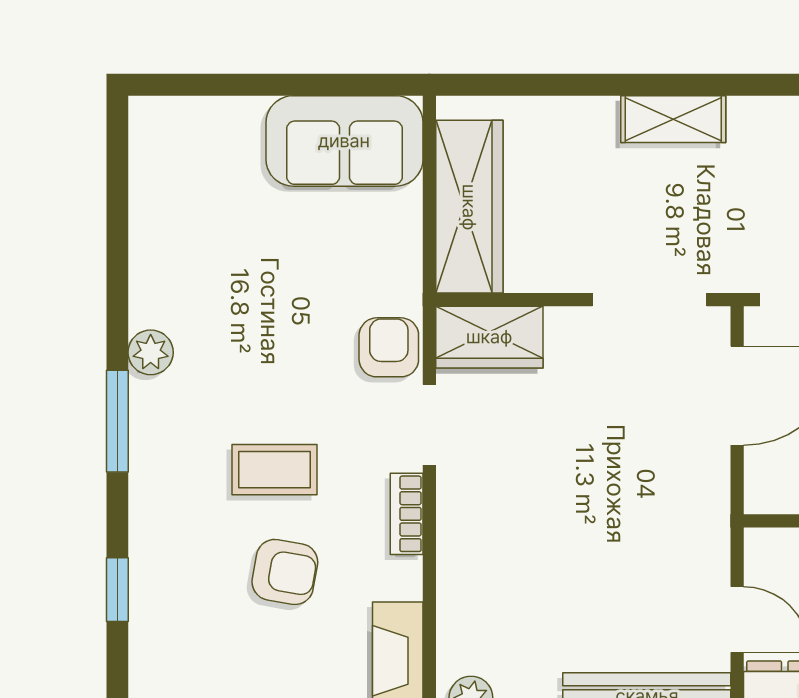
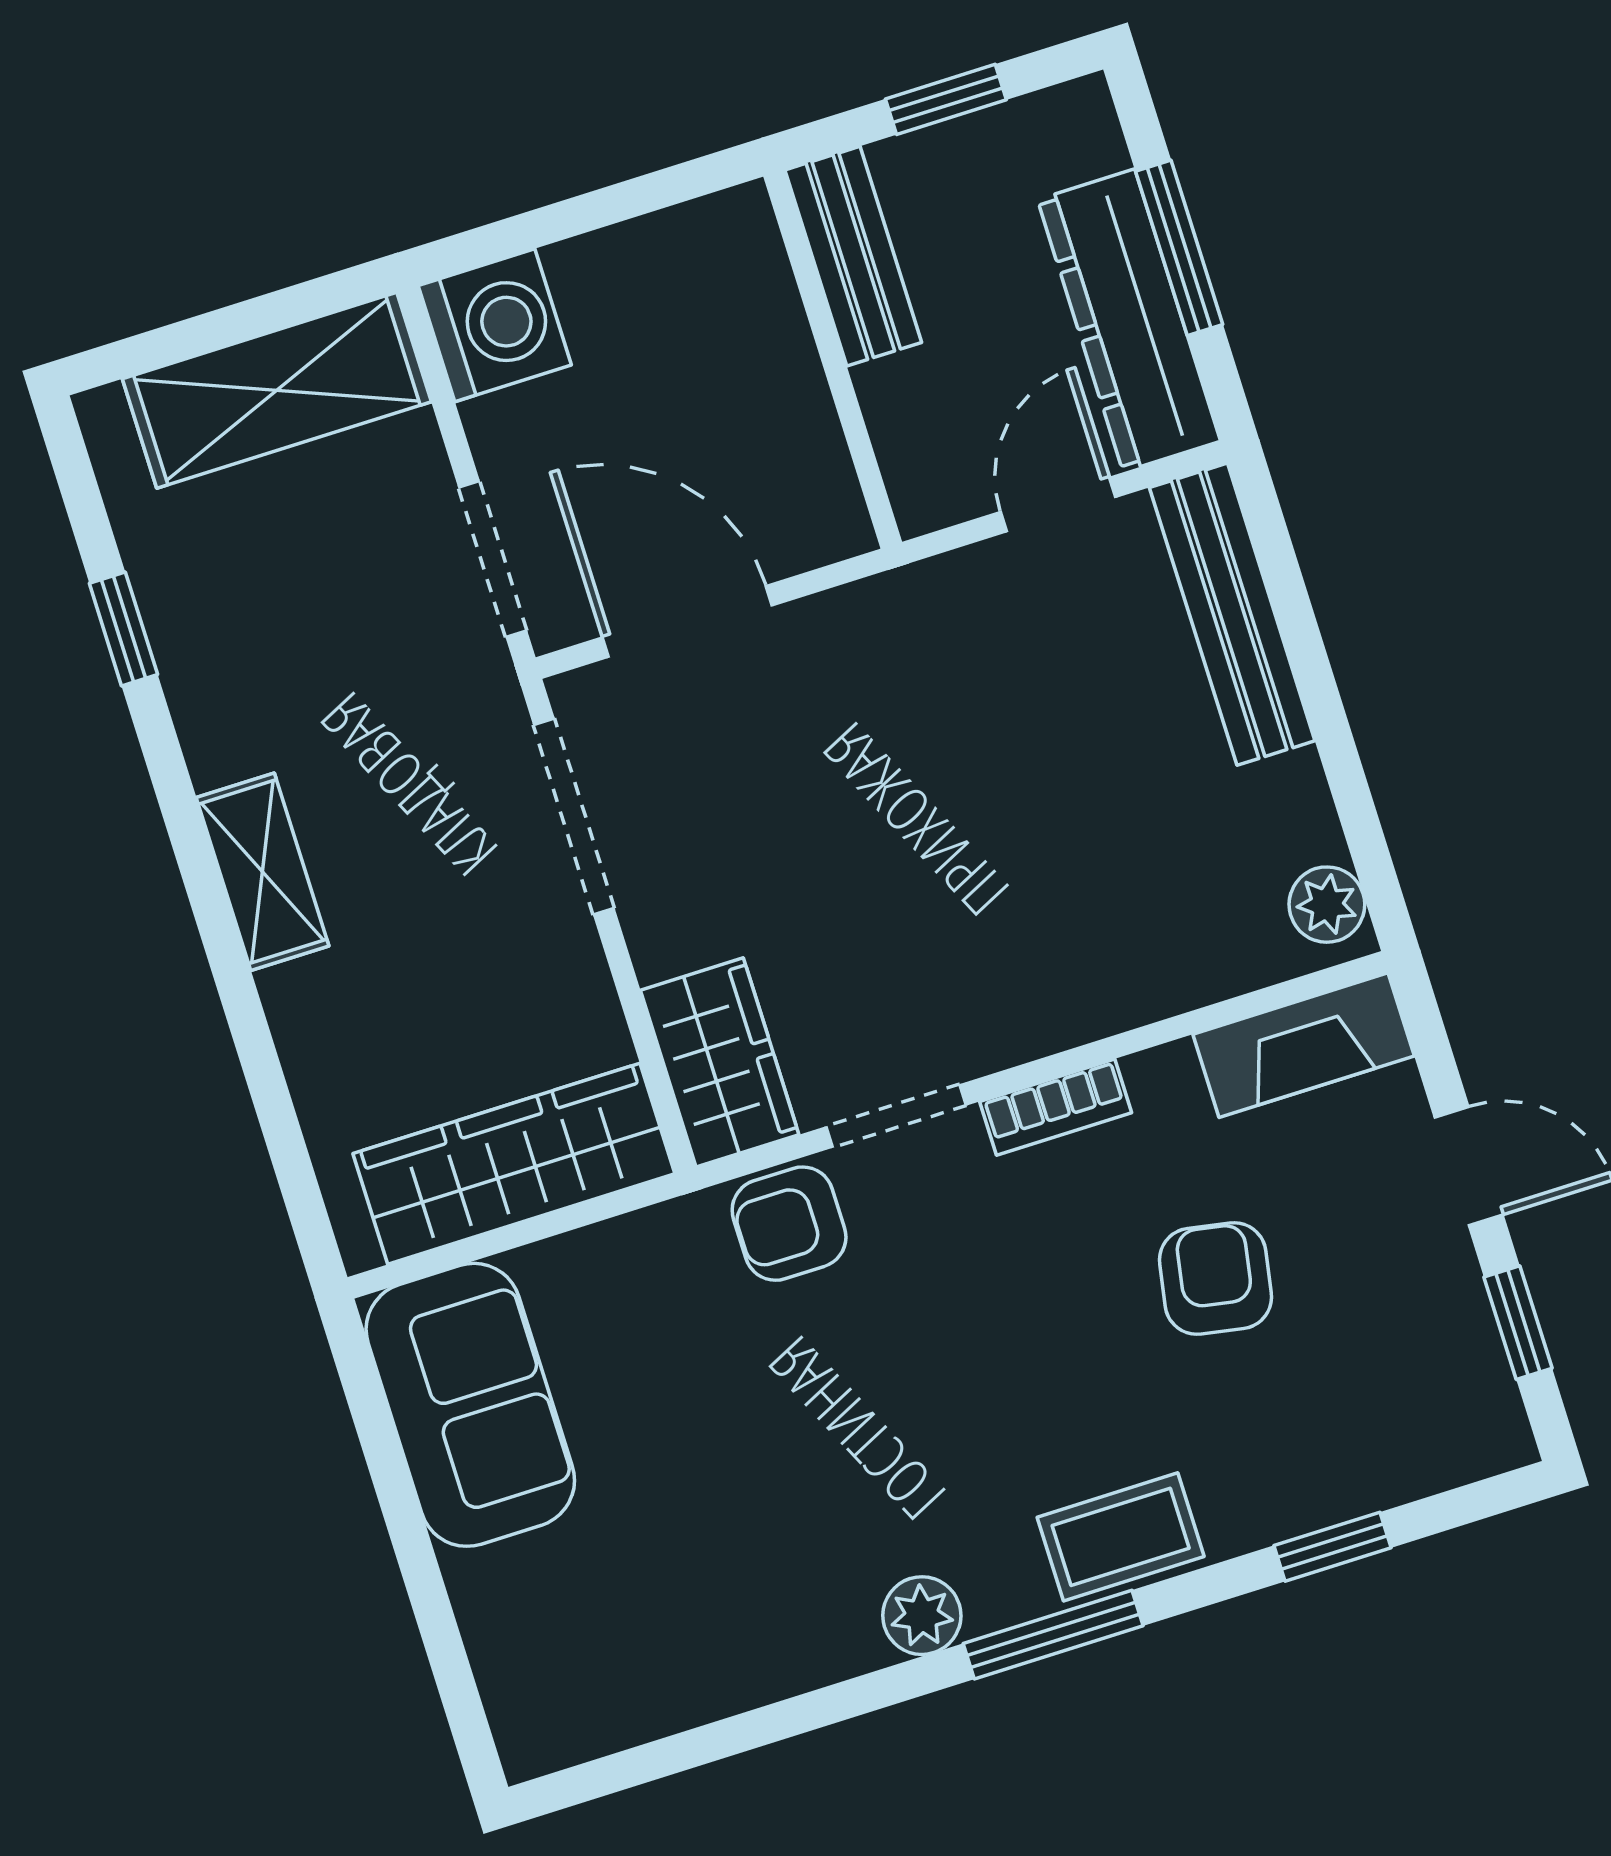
coffee table: (274, 470) -> (1121, 1537), moved, turned 90

